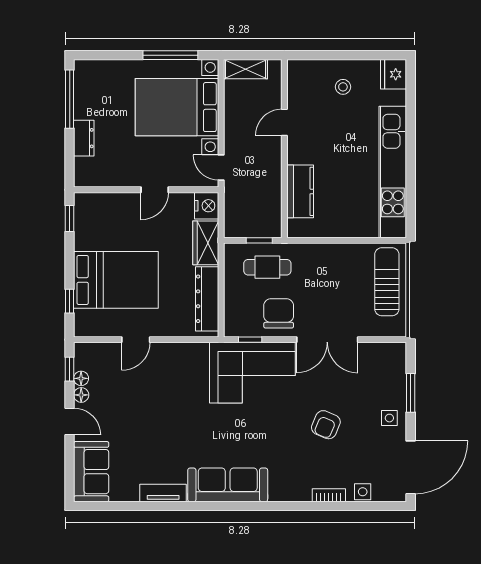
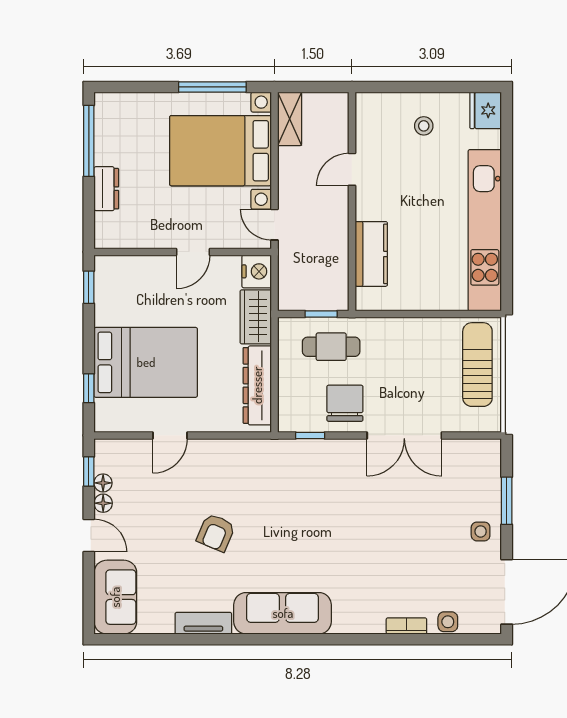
shelving: (245, 69) -> (290, 119), moved, turned 90
corner sofa: (252, 373) -> (313, 476), removed
armchair: (326, 425) -> (216, 533), moved

